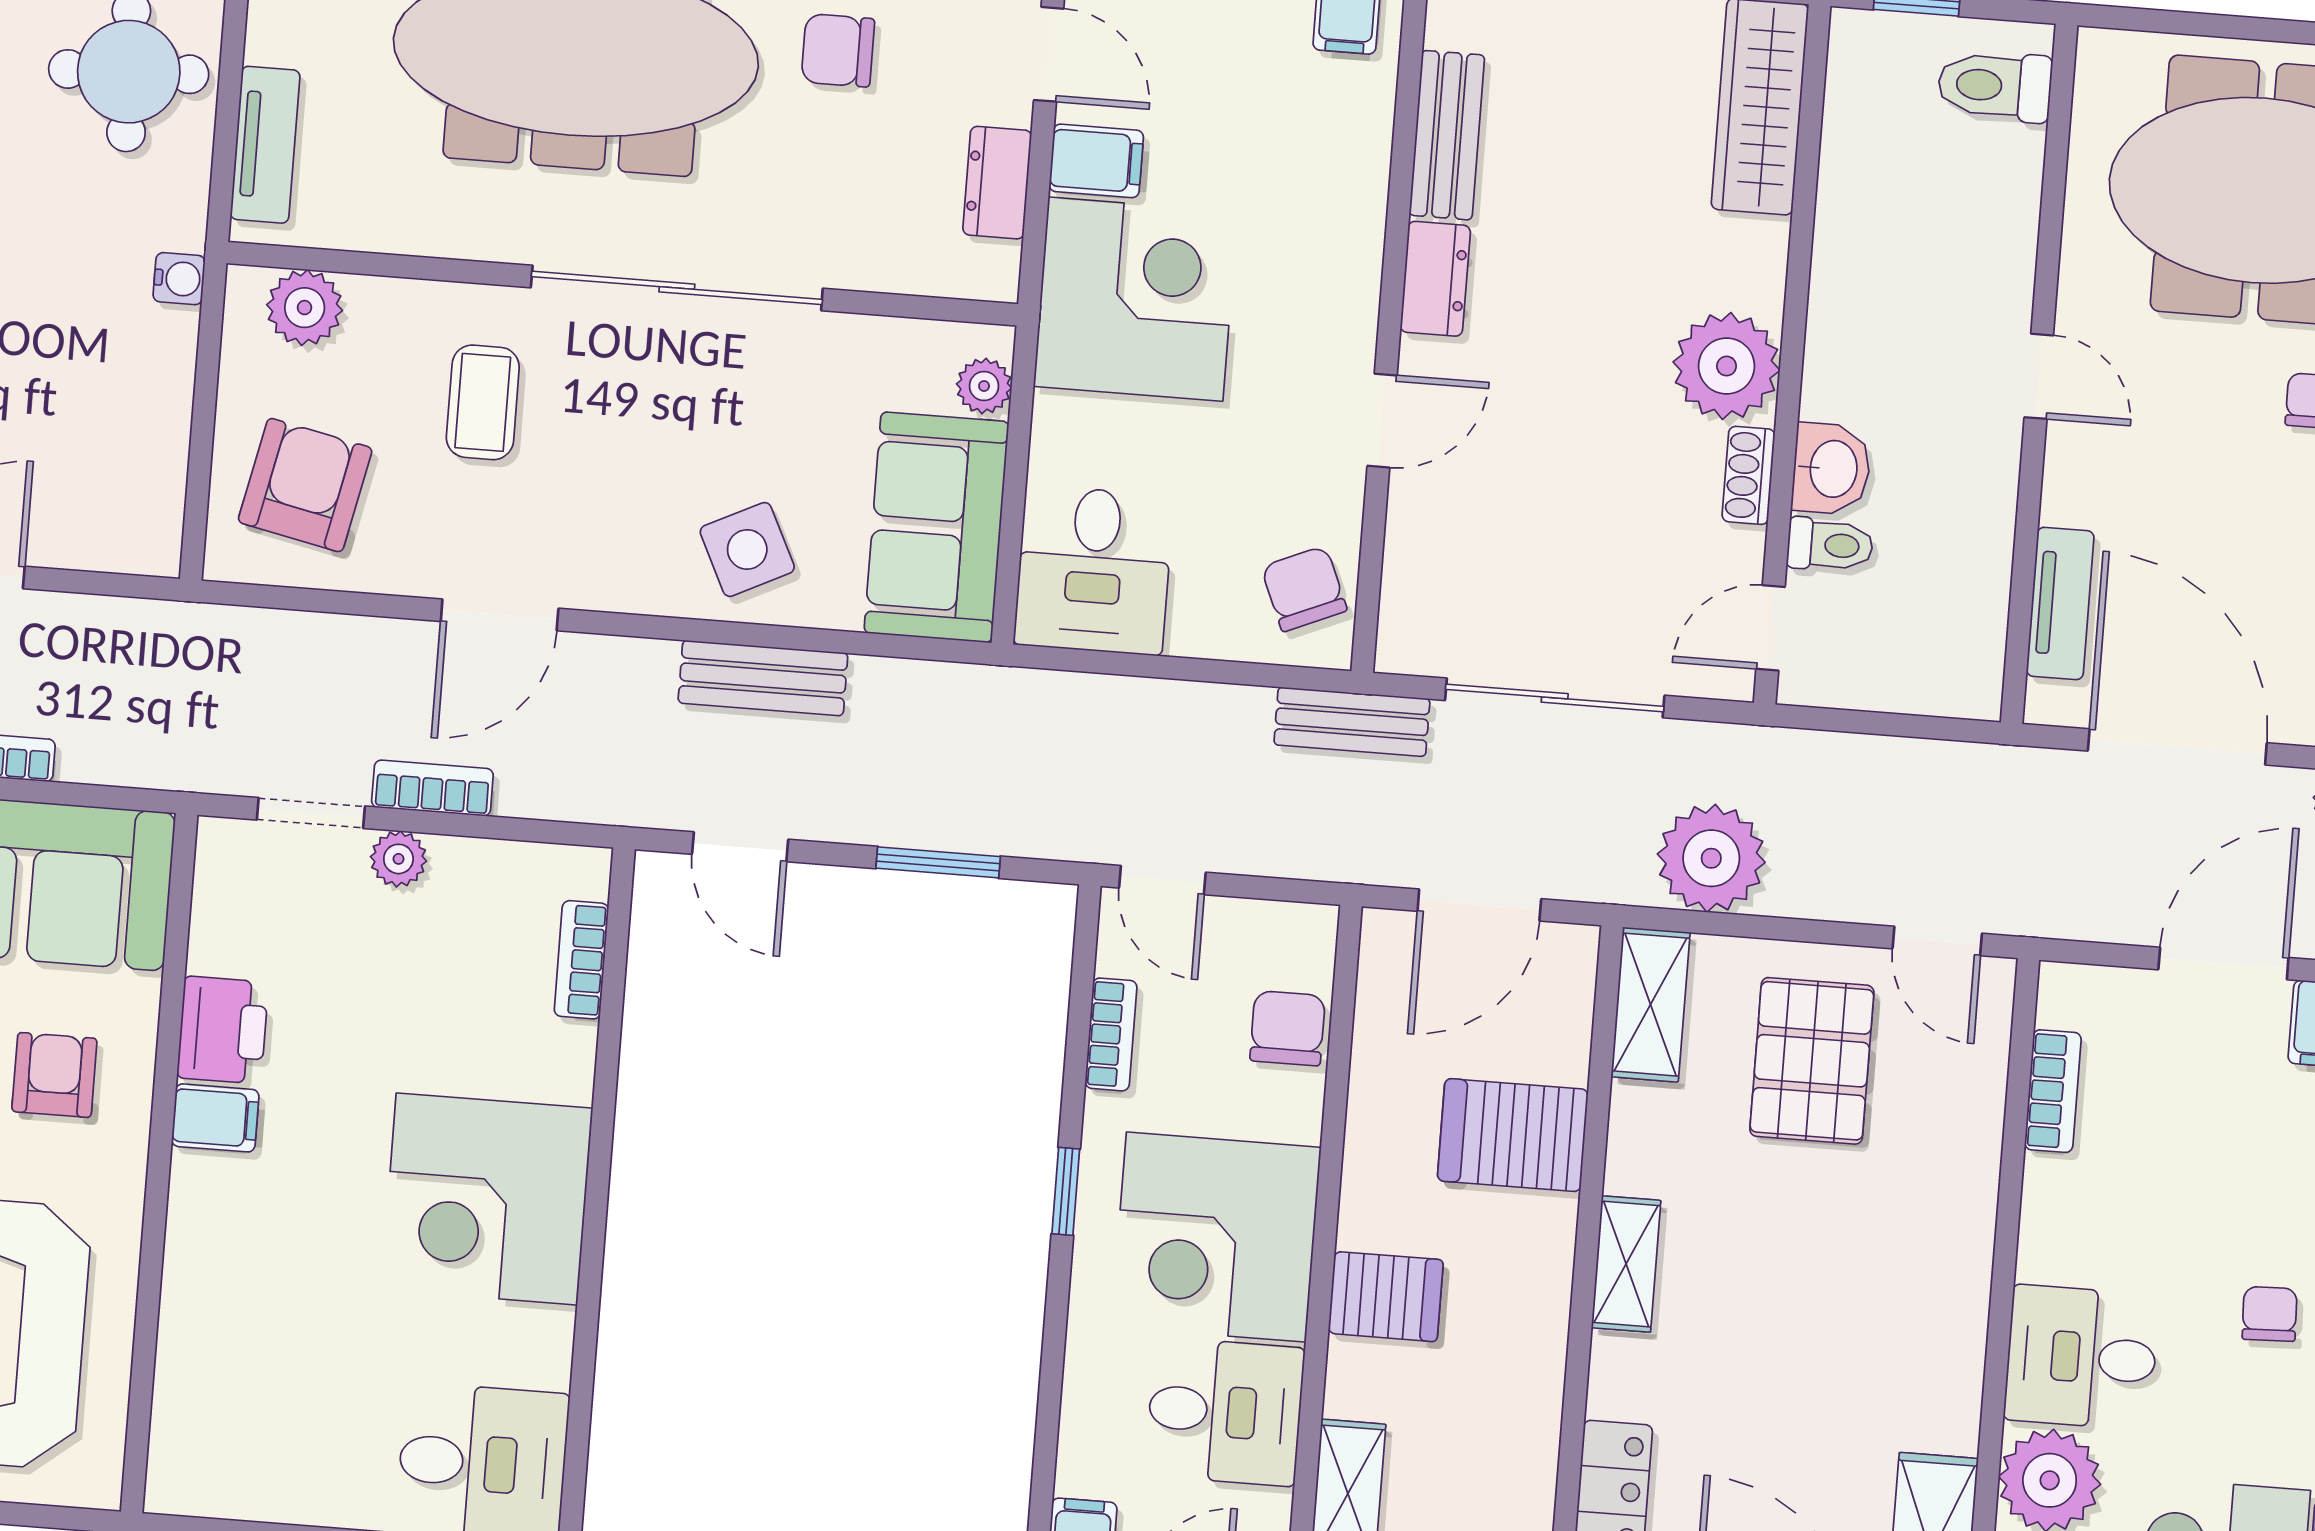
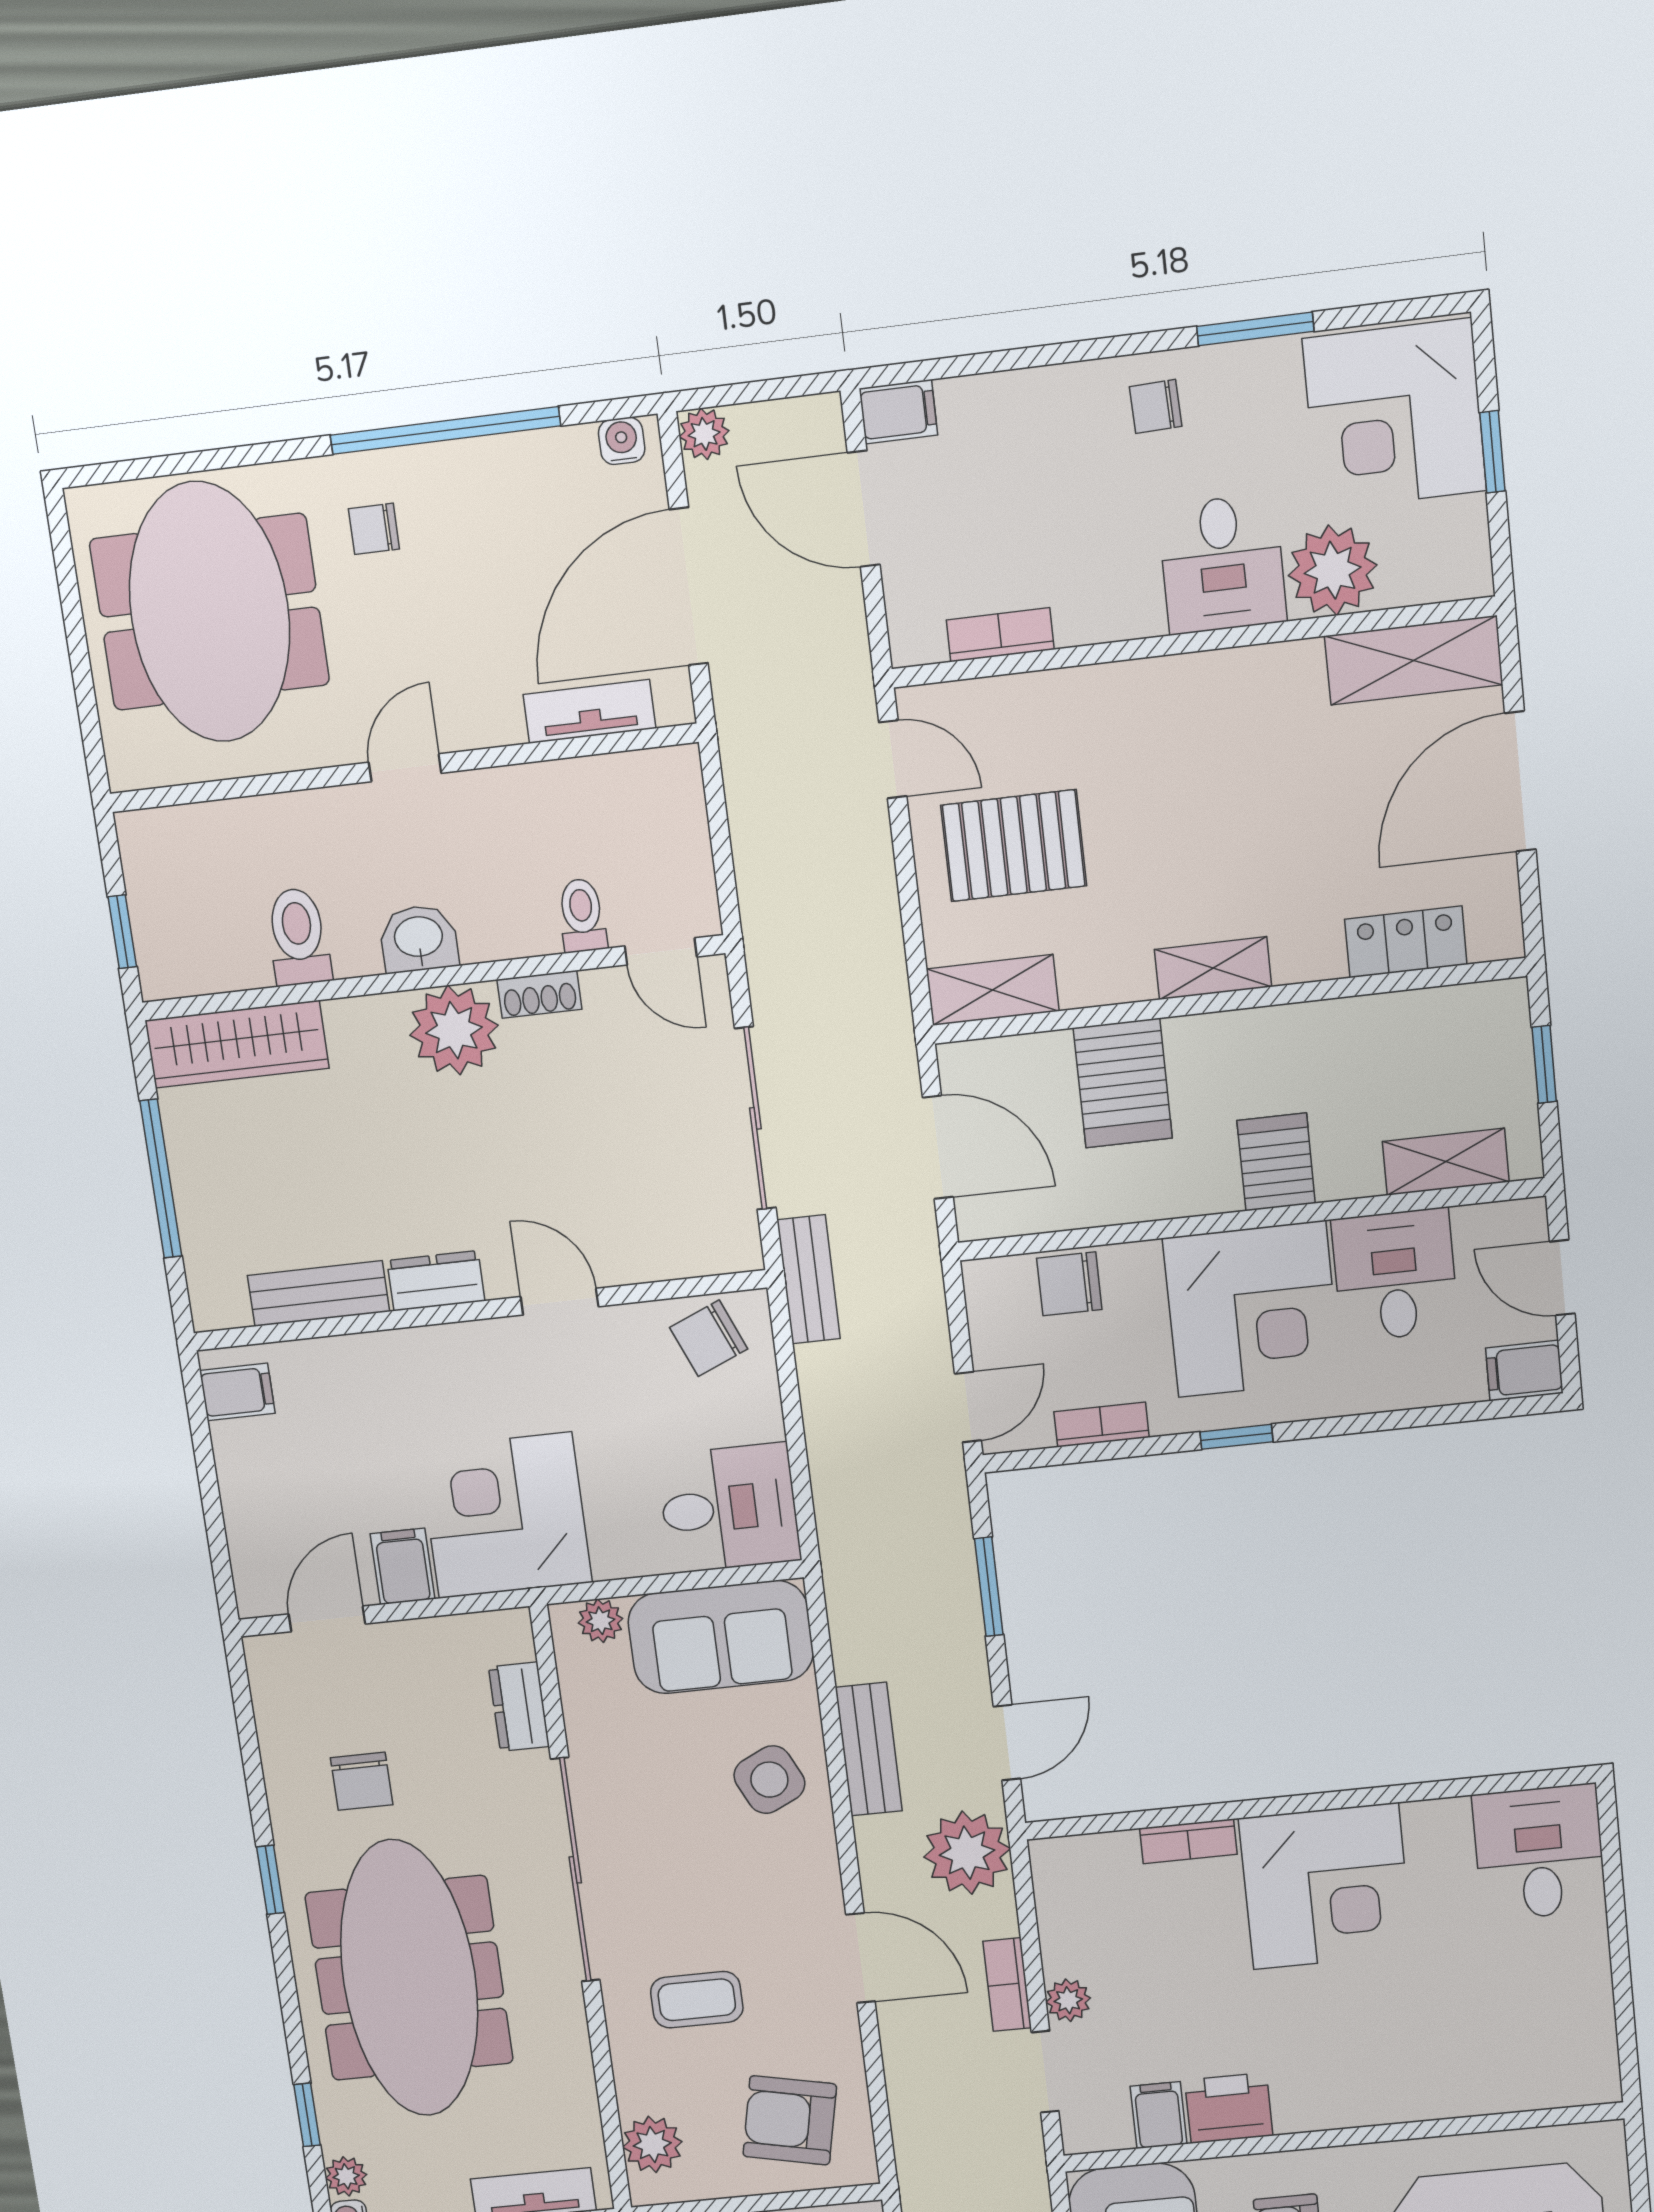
toilet: (1995, 86) -> (298, 937), moved, turned 180
dresser: (997, 183) -> (519, 1707), moved, turned 90
washbasin: (1831, 469) -> (419, 938), moved
plant: (1711, 858) -> (967, 1853), moved
door: (1937, 941) -> (893, 759), hinge flipped
bookcase: (581, 960) -> (1188, 1841), moved
filing cabinet: (215, 1118) -> (1158, 2115), moved

